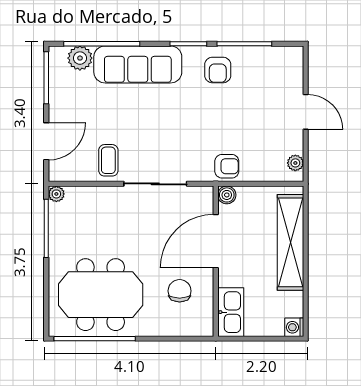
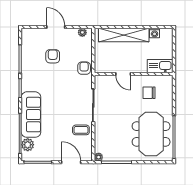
armchair: (218, 70) -> (53, 56), moved, turned -90
door: (306, 112) -> (56, 27), hinge flipped
boiler: (227, 195) -> (99, 68), removed
door: (216, 241) -> (123, 74), width x0.53
washing machine: (294, 327) -> (155, 33), moved

